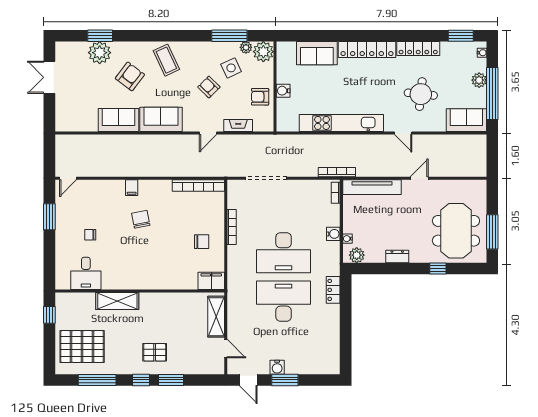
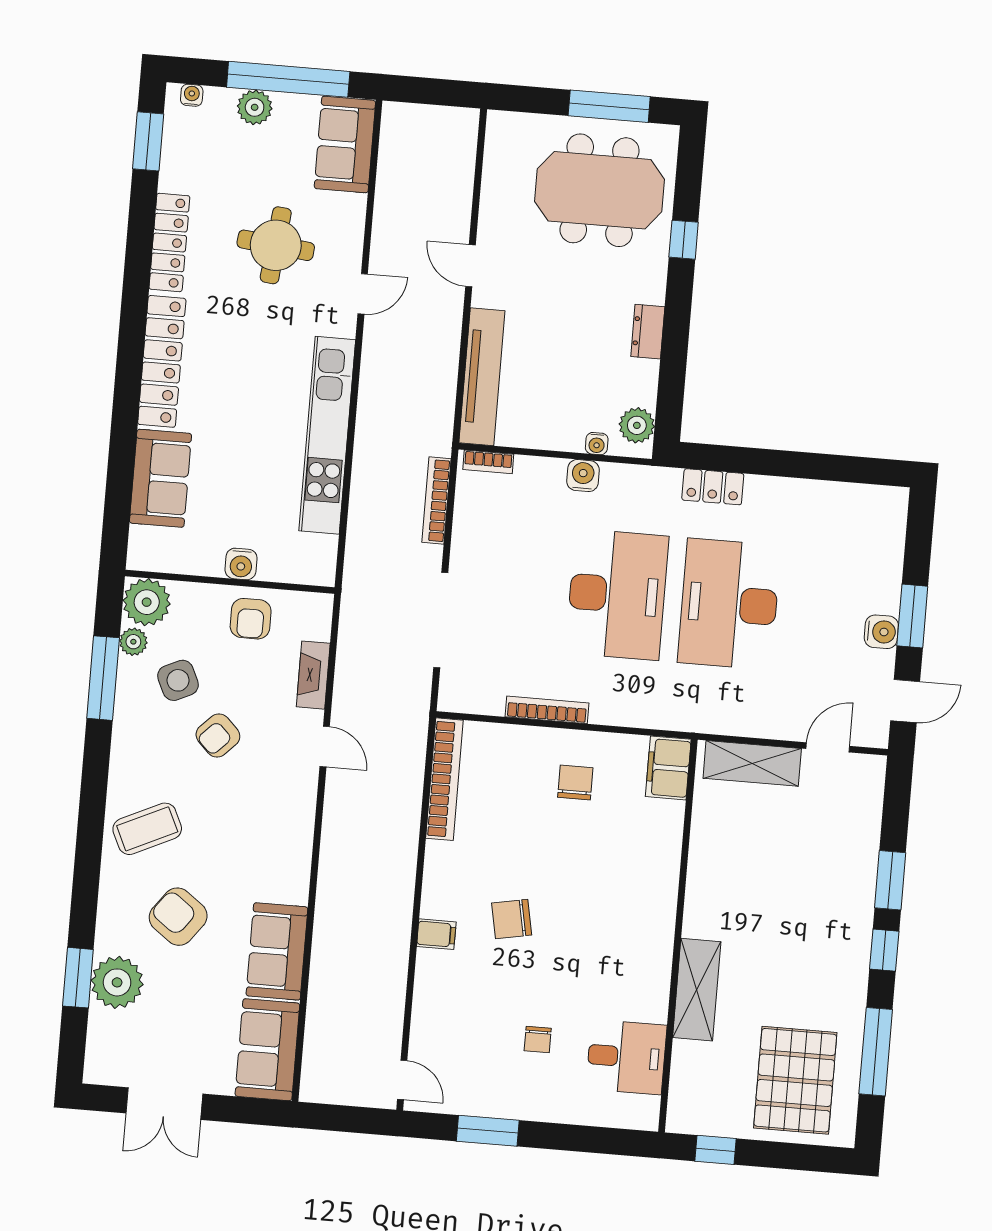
sofa: (161, 119) -> (267, 1050), moved
bookcase: (337, 172) -> (436, 501), moved
pallet: (155, 352) -> (823, 913), removed

